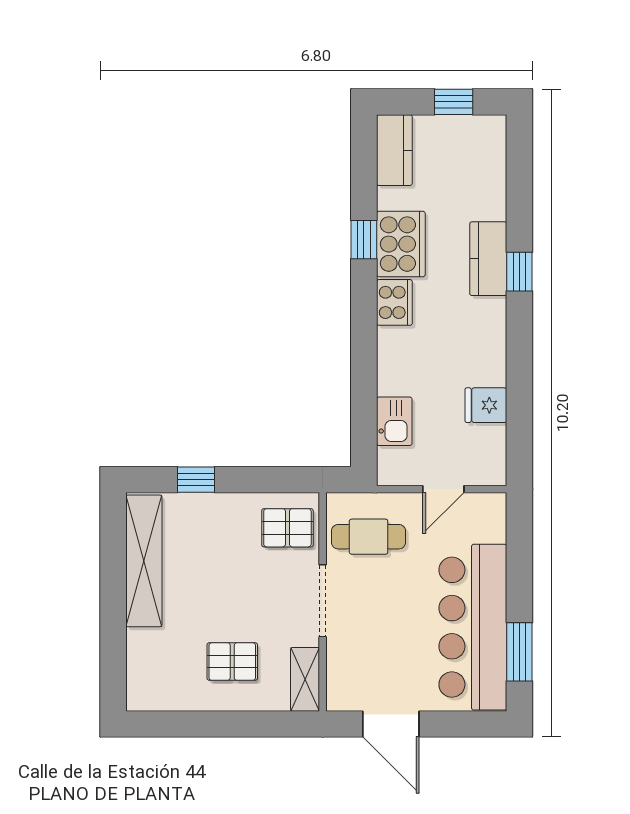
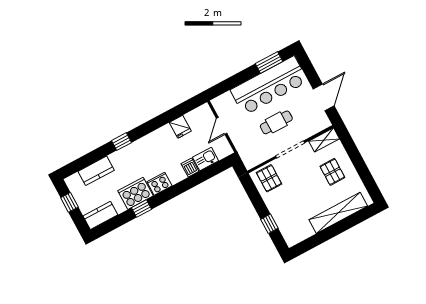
kitchen counter: (488, 259) -> (96, 171), moved
dishwasher: (394, 381) -> (190, 167), added
door: (443, 489) -> (222, 126), swing flipped
cafe table: (369, 537) -> (276, 122), moved, turned 90
shelving: (144, 561) -> (338, 213), moved

